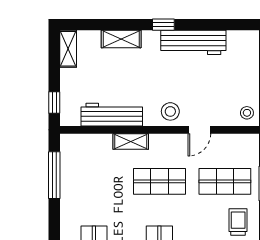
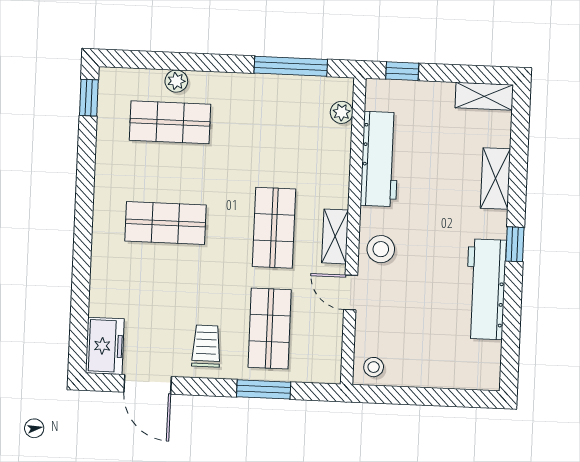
plant: (83, 141) -> (342, 112), added
shelving: (131, 141) -> (335, 236), moved
trolley: (238, 222) -> (206, 346), turned -90

